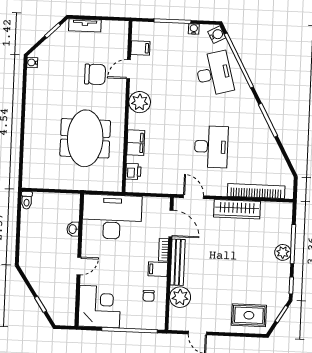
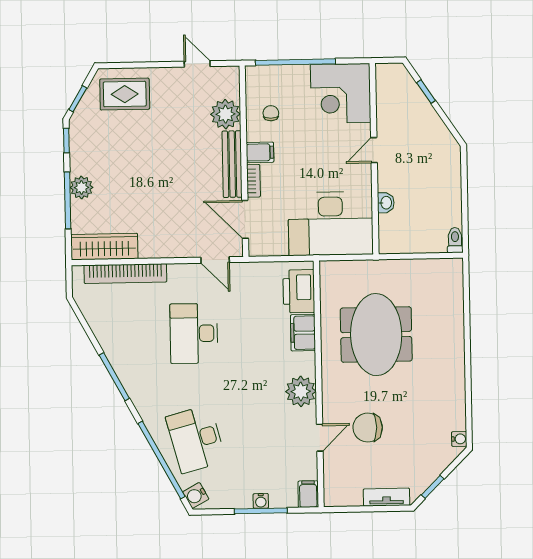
water cooler: (194, 29) -> (261, 501), moved
filing cabinet: (140, 48) -> (308, 494), moved, turned 90
printer: (133, 171) -> (299, 291), width x1.87, depth x1.48
wardrobe: (237, 209) -> (104, 247), moved

